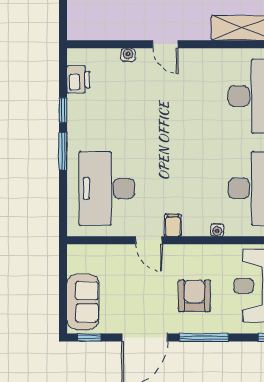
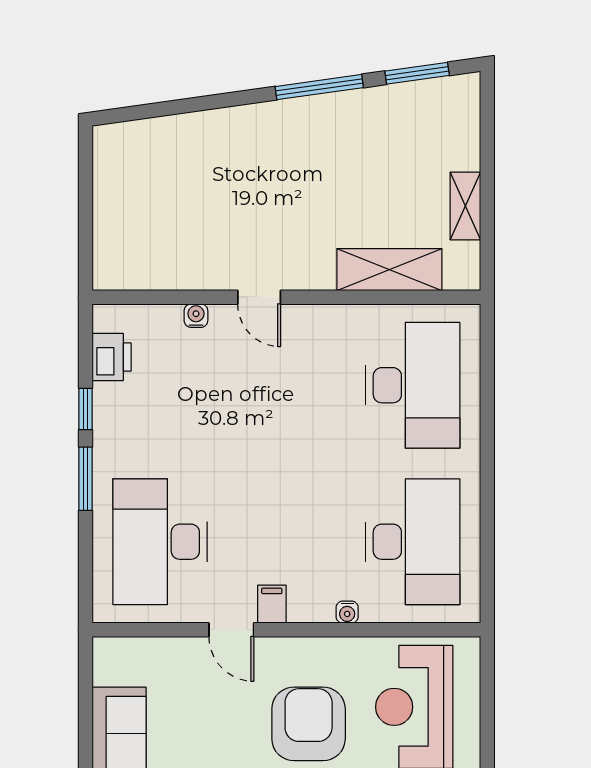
armchair: (194, 296) -> (309, 724), width x1.36, depth x1.36

